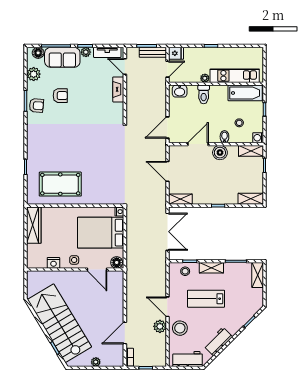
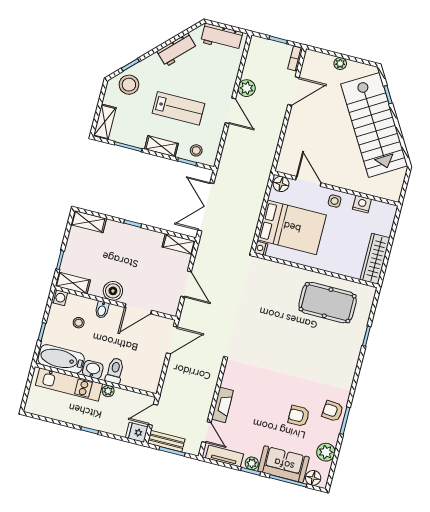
washbasin: (180, 91) -> (93, 370), moved
stool: (180, 328) -> (129, 85), moved

